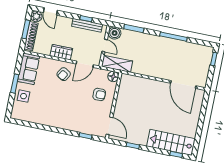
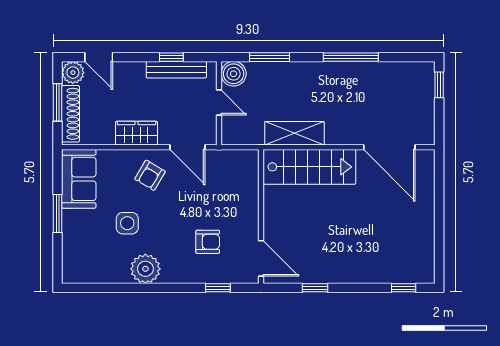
door: (85, 64) -> (187, 147), hinge flipped
shelving: (117, 64) -> (294, 133), moved
floor lamp: (113, 77) -> (248, 160), removed
armchair: (99, 94) -> (208, 242), moved
side table: (24, 96) -> (127, 223), moved
plant: (52, 119) -> (145, 269), added
stairs: (171, 142) -> (309, 167), moved, turned 180

